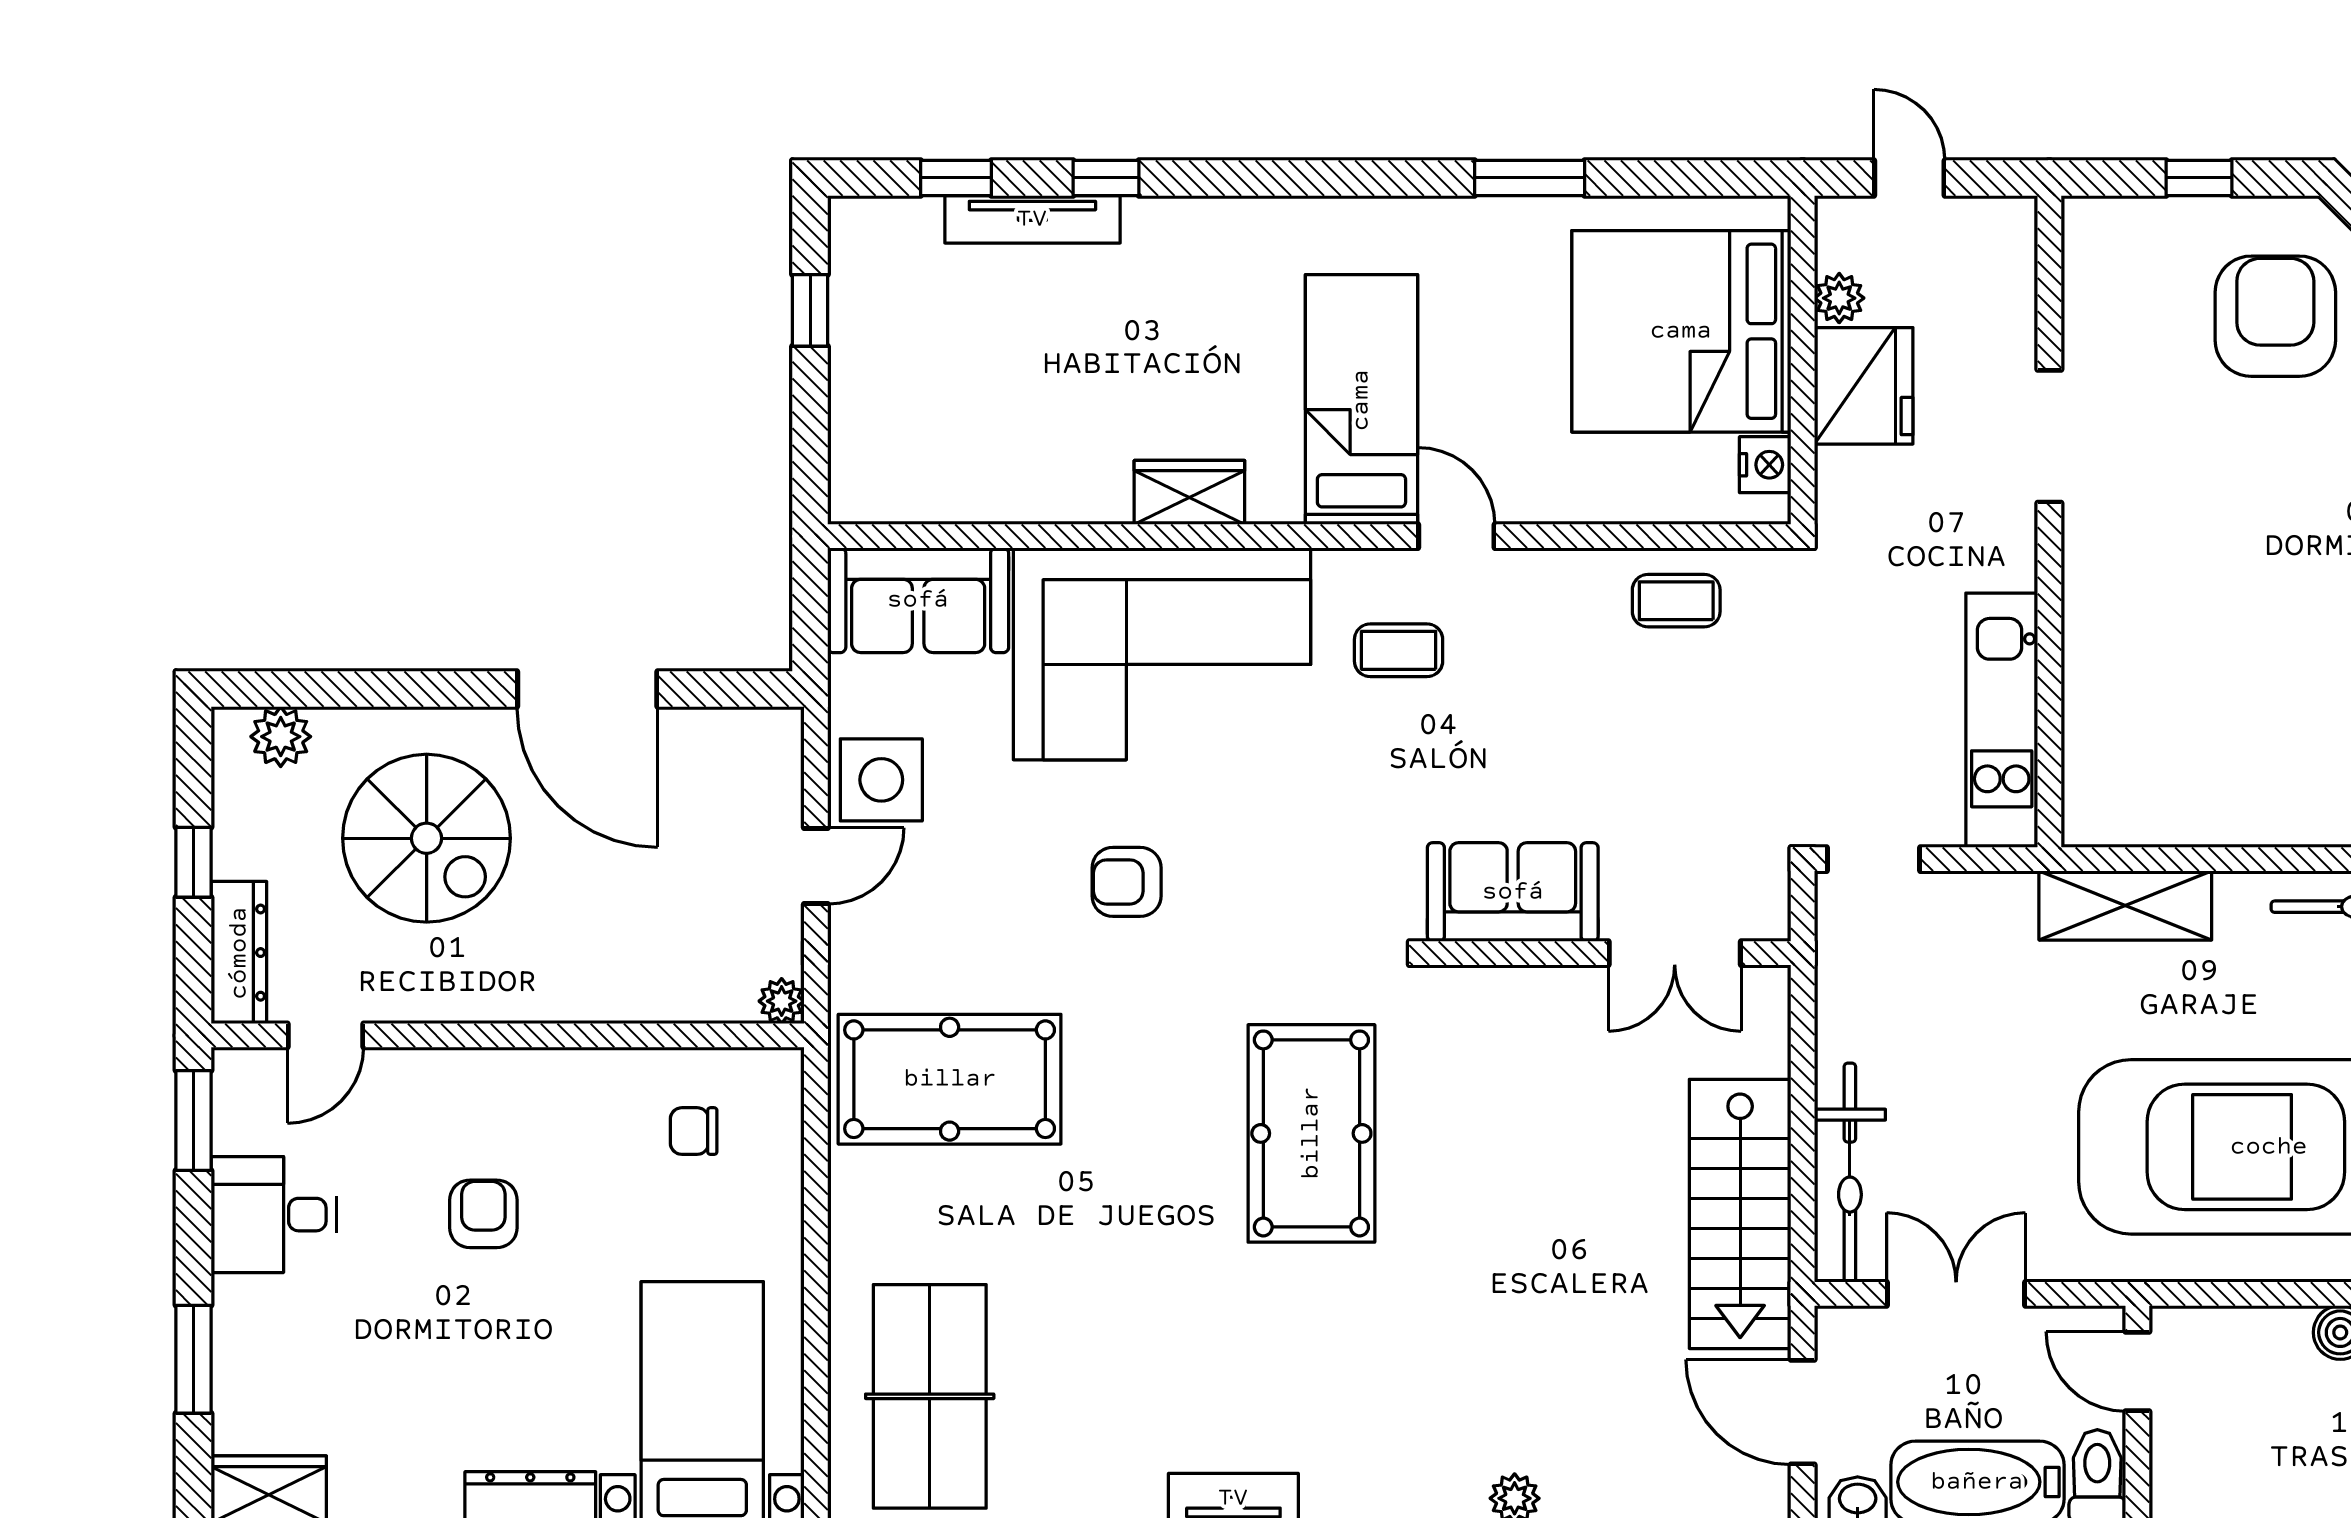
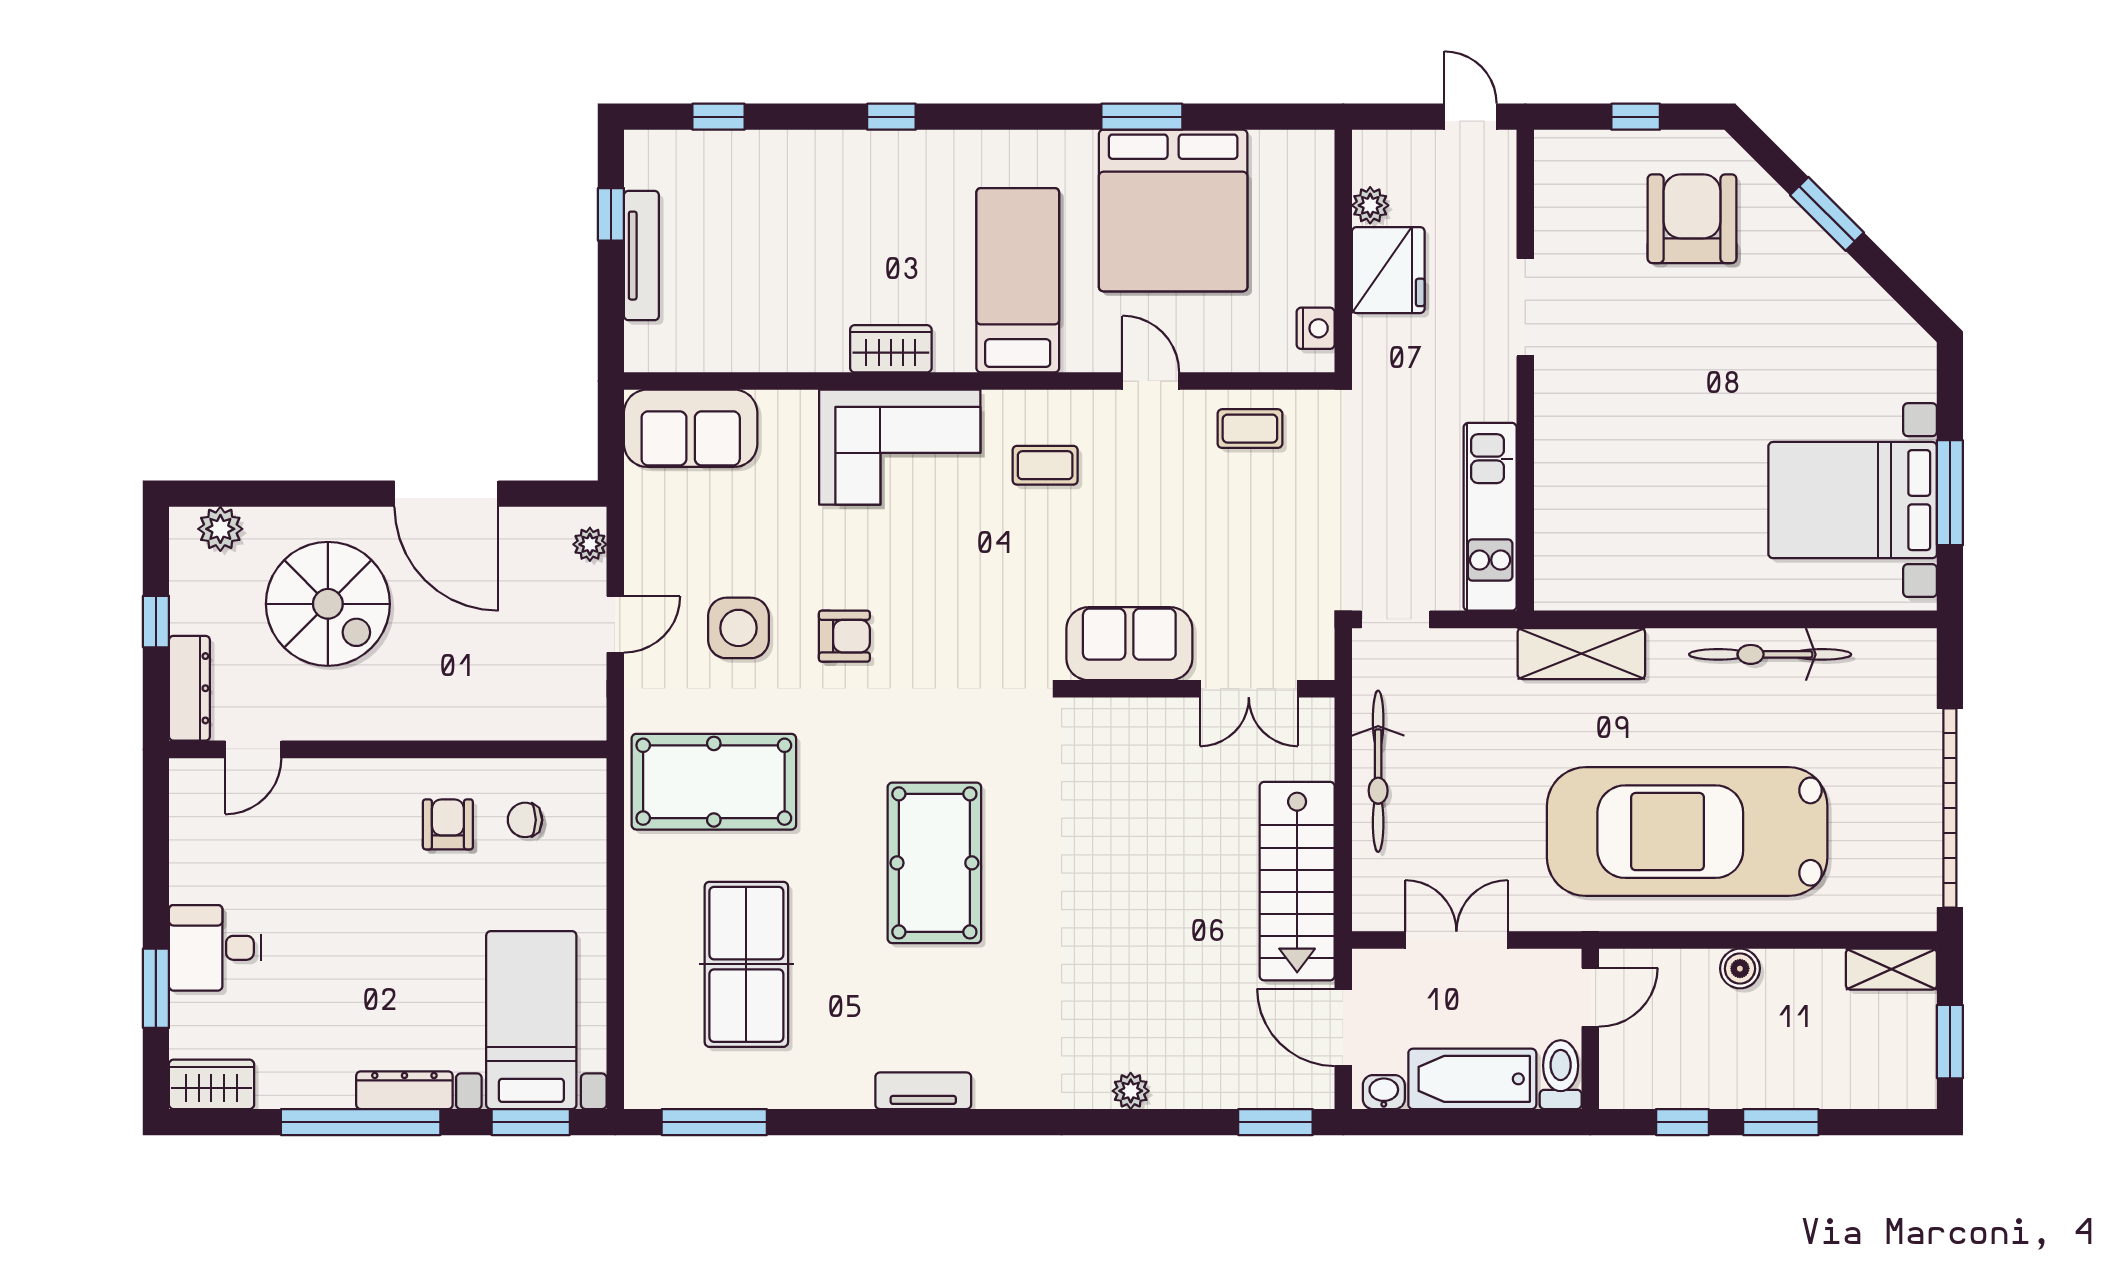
window: (1106, 178) -> (891, 117), moved
door: (1909, 178) -> (1470, 117), moved
tv unit: (1032, 219) -> (641, 256), moved, turned -90
bed: (1681, 331) -> (1173, 211), moved, turned -90
door: (1456, 536) -> (1151, 381), moved
corner sofa: (1162, 654) -> (900, 447), width x0.73, depth x0.74
side table: (881, 780) -> (738, 628), moved
armchair: (1127, 882) -> (844, 636), turned 180
plant: (782, 1001) -> (590, 544), moved
window: (193, 1121) -> (156, 812), removed
pool table: (1311, 1133) -> (934, 863), moved
bicycle: (1850, 1173) -> (1378, 771), moved
armchair: (483, 1214) -> (448, 824), moved
desk: (274, 1215) -> (215, 948), moved
door: (2137, 1371) -> (1590, 997), swing flipped
table tennis table: (930, 1396) -> (746, 964), moved

